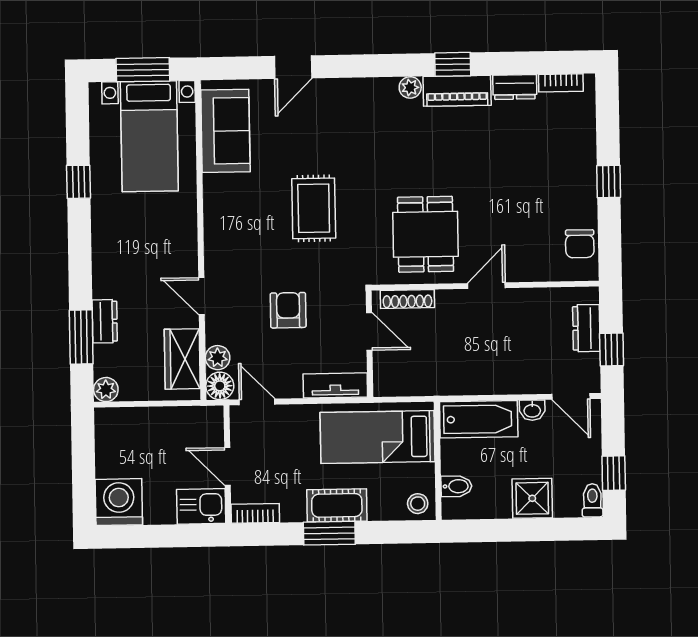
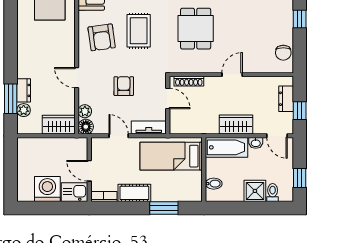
window: (79, 182) -> (11, 14), removed
armchair: (246, 221) -> (102, 37), added
dining table: (426, 234) -> (196, 29), moved
wardrobe: (182, 359) -> (59, 125), moved, turned 90
wardrobe: (495, 377) -> (236, 125), added
plant: (106, 390) -> (24, 110), moved
door: (257, 402) -> (119, 136), moved
toilet: (592, 500) -> (273, 193), moved
washing machine: (119, 502) -> (47, 189), moved
stool: (418, 504) -> (192, 193), removed
cot: (337, 505) -> (134, 193), moved
window: (329, 533) -> (164, 208), moved

